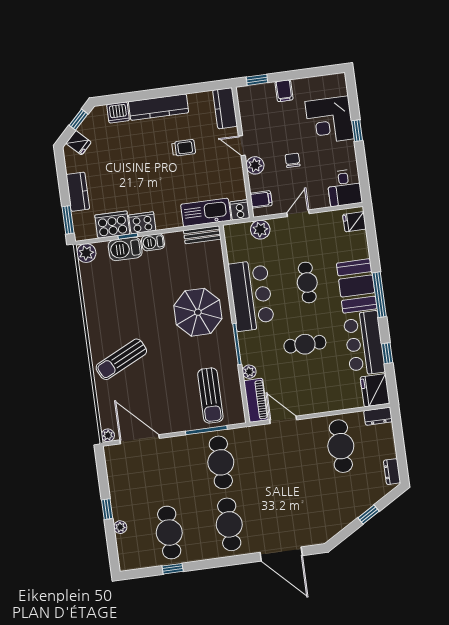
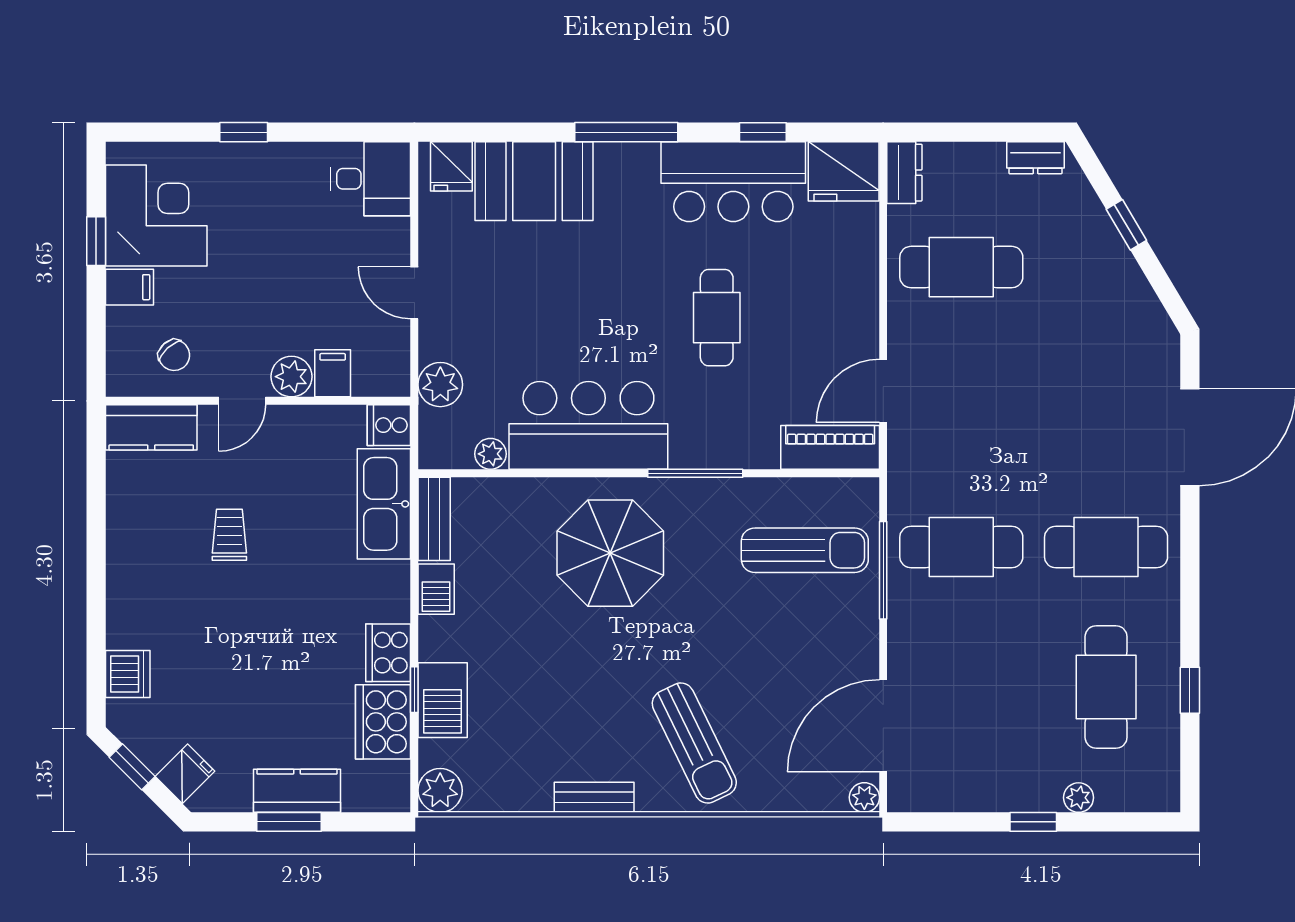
window: (257, 80) -> (96, 241), moved
kitchen counter: (158, 107) -> (128, 580), removed
corner desk: (329, 120) -> (156, 216), moved, turned -90
chair: (293, 160) -> (174, 355), moved, turned -132
filing cabinet: (261, 199) -> (333, 373), moved
window: (68, 220) -> (289, 822), moved
barbecue: (153, 242) -> (436, 589), moved
cafe table: (307, 282) -> (576, 293), removed
booth: (357, 286) -> (534, 181), moved
bench: (92, 319) -> (594, 797), added
plant: (249, 372) -> (491, 454), moved
cafe table: (169, 533) -> (1106, 687), turned 90

